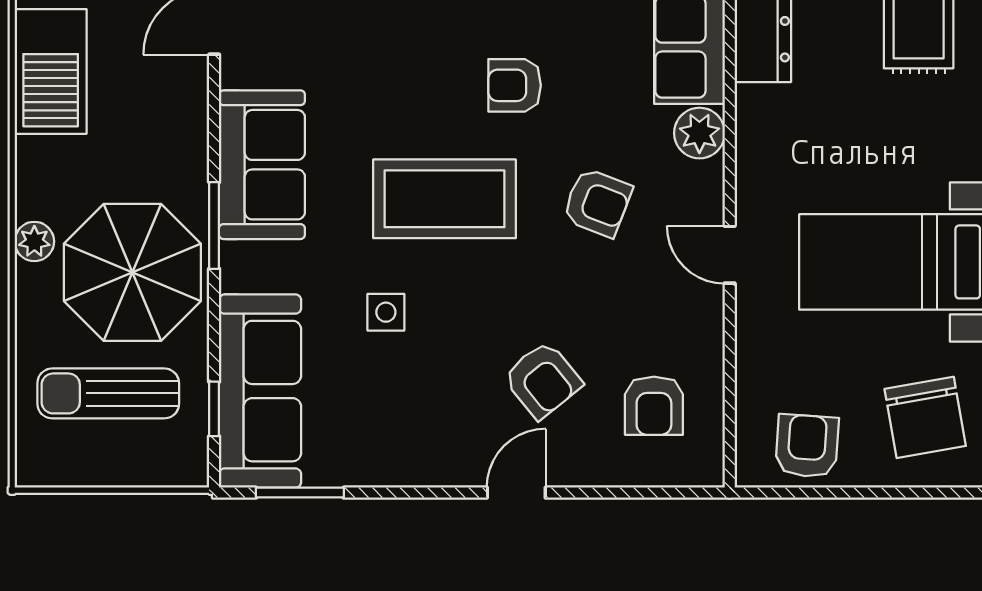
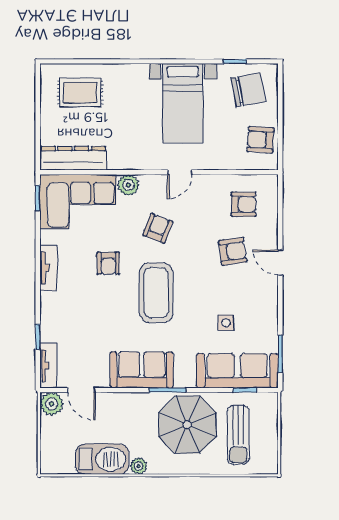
plant: (34, 241) -> (139, 466), moved
side table: (386, 312) -> (226, 323), moved
armchair: (543, 380) -> (233, 251), turned 31

